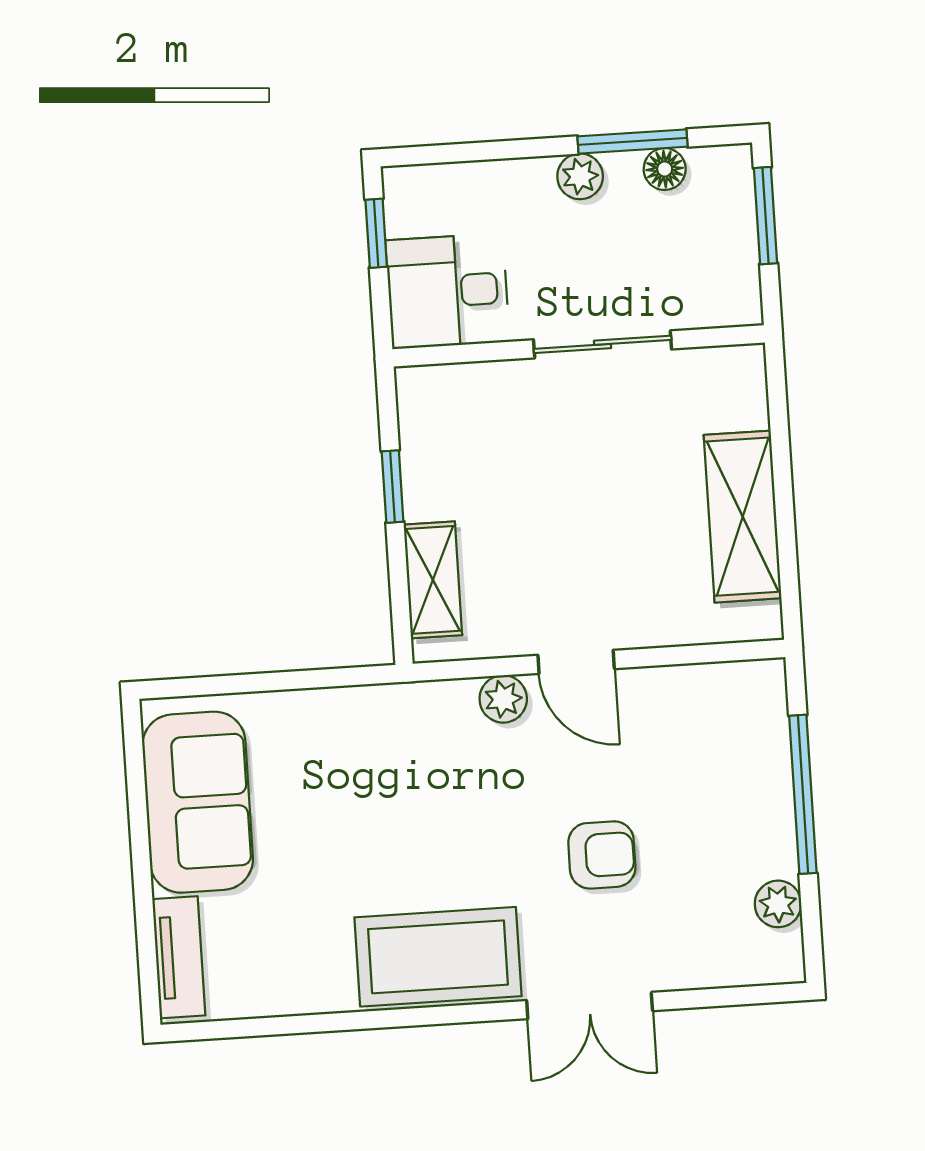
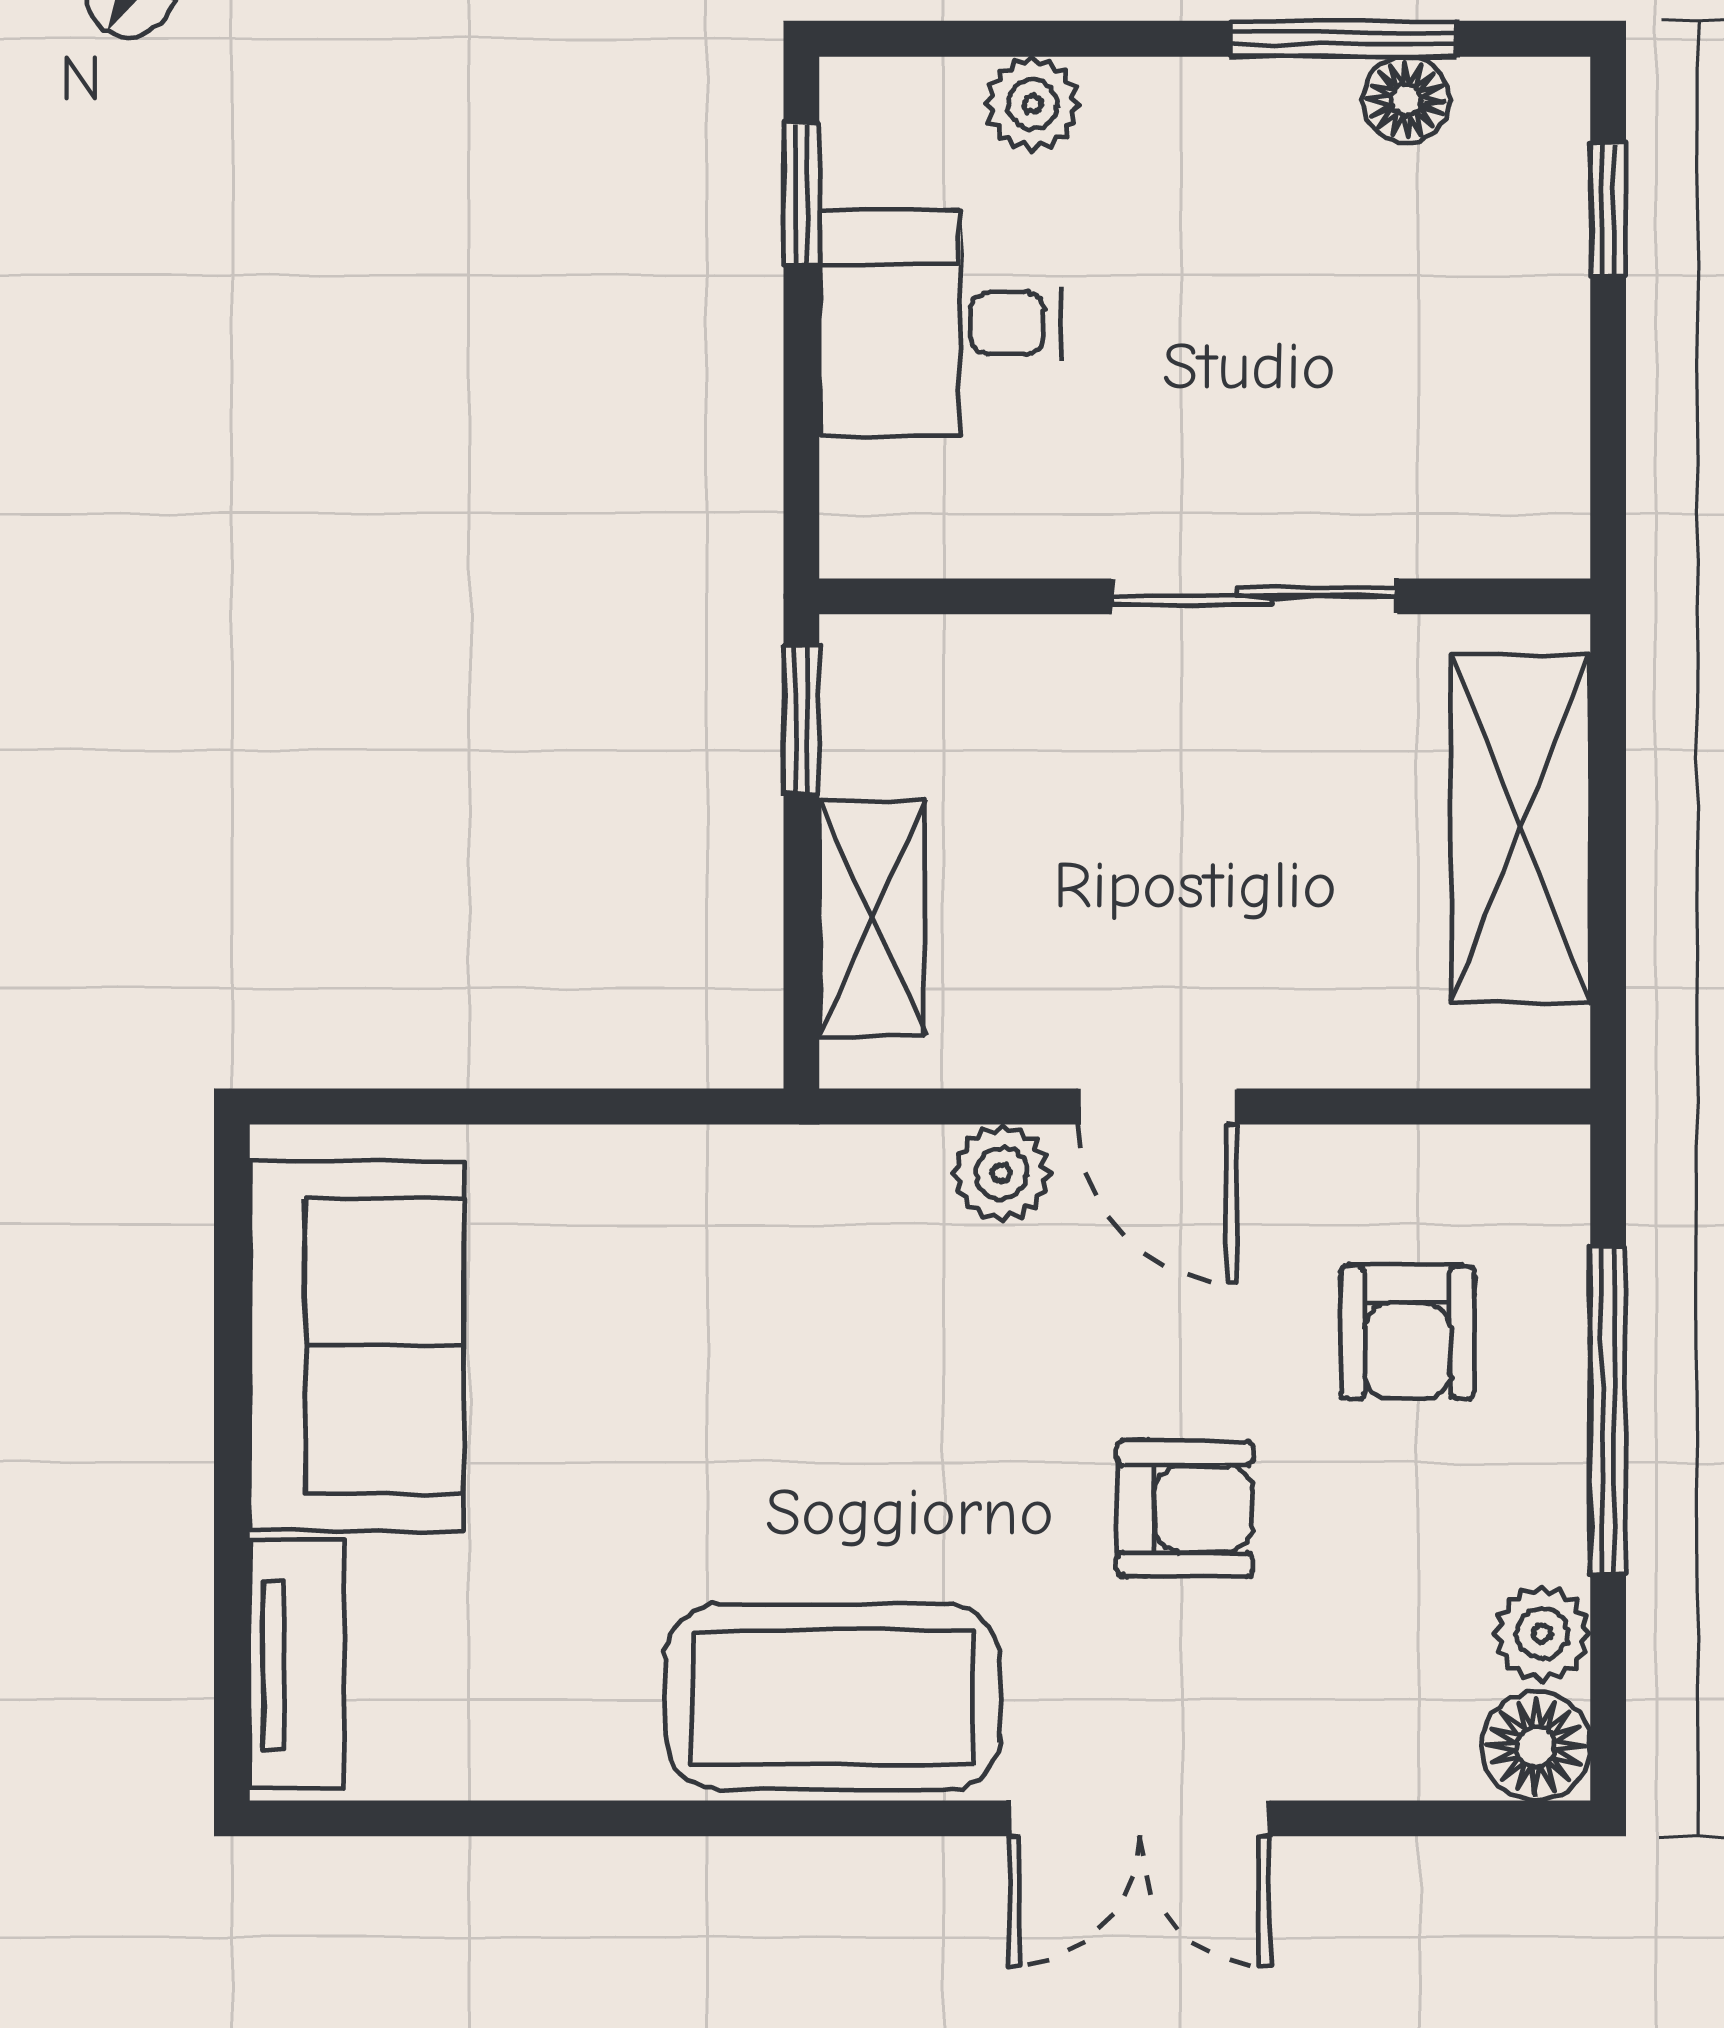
plant: (580, 176) -> (1032, 104), moved
window: (765, 216) -> (1608, 210), width x0.67
sliding door: (603, 344) -> (1254, 596), moved
wall: (579, 346) -> (1205, 596), moved
armchair: (704, 763) -> (1408, 1332), added
floor lamp: (778, 958) -> (1536, 1746), added

